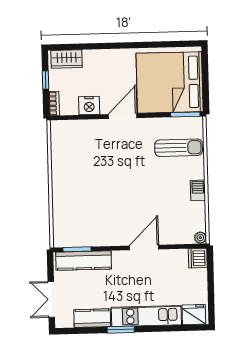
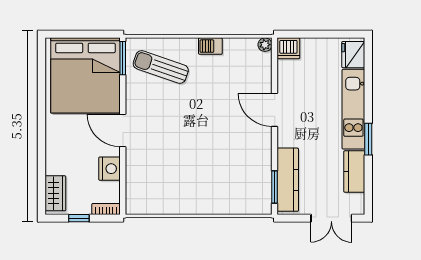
sun lounger: (179, 148) -> (161, 67), turned -71

